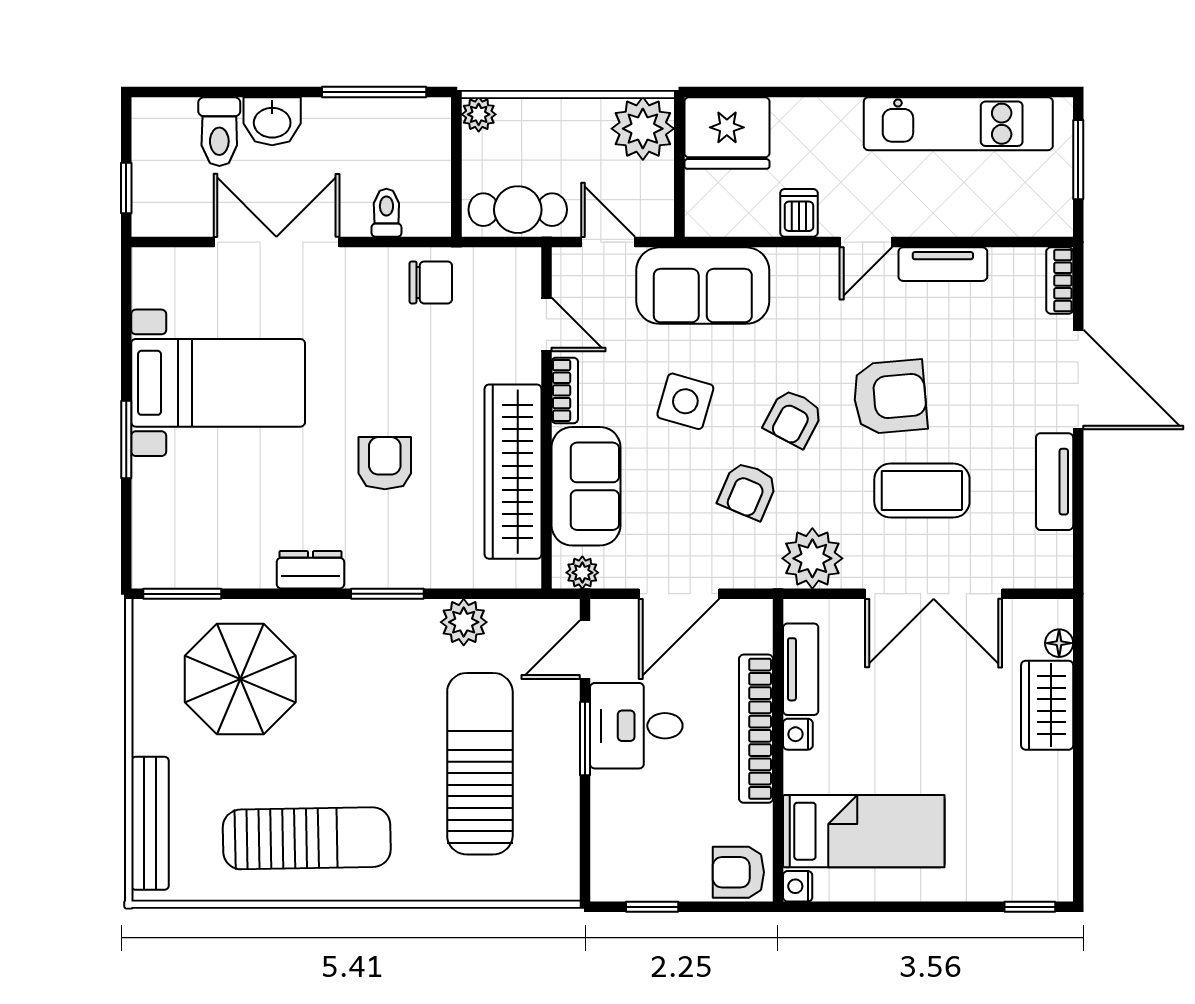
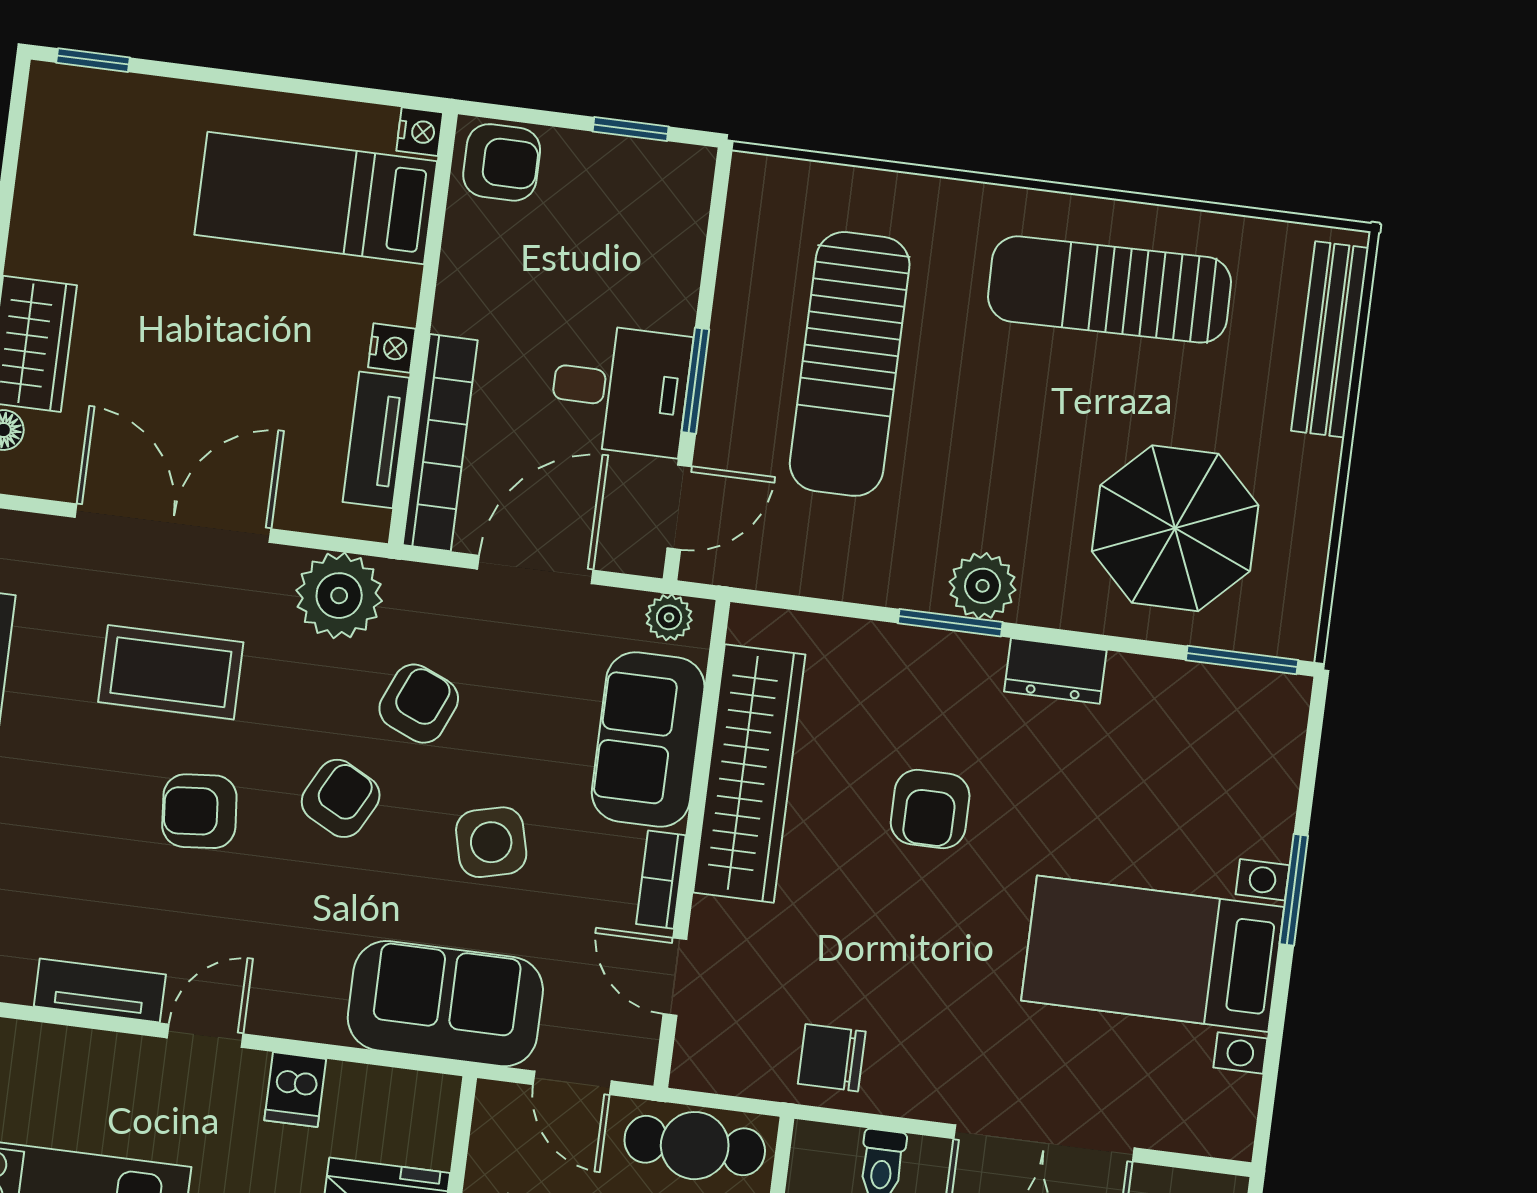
armchair: (890, 397) -> (199, 811), width x0.72, depth x0.72
side table: (685, 401) -> (491, 842), turned -30
plant: (464, 622) -> (983, 586), moved
bookcase: (756, 729) -> (440, 443), moved

